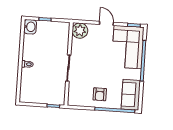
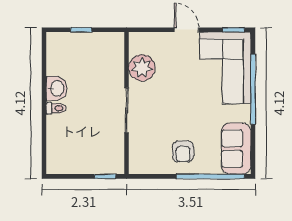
washbasin: (30, 27) -> (57, 88), moved
plant: (80, 31) -> (142, 68), moved

